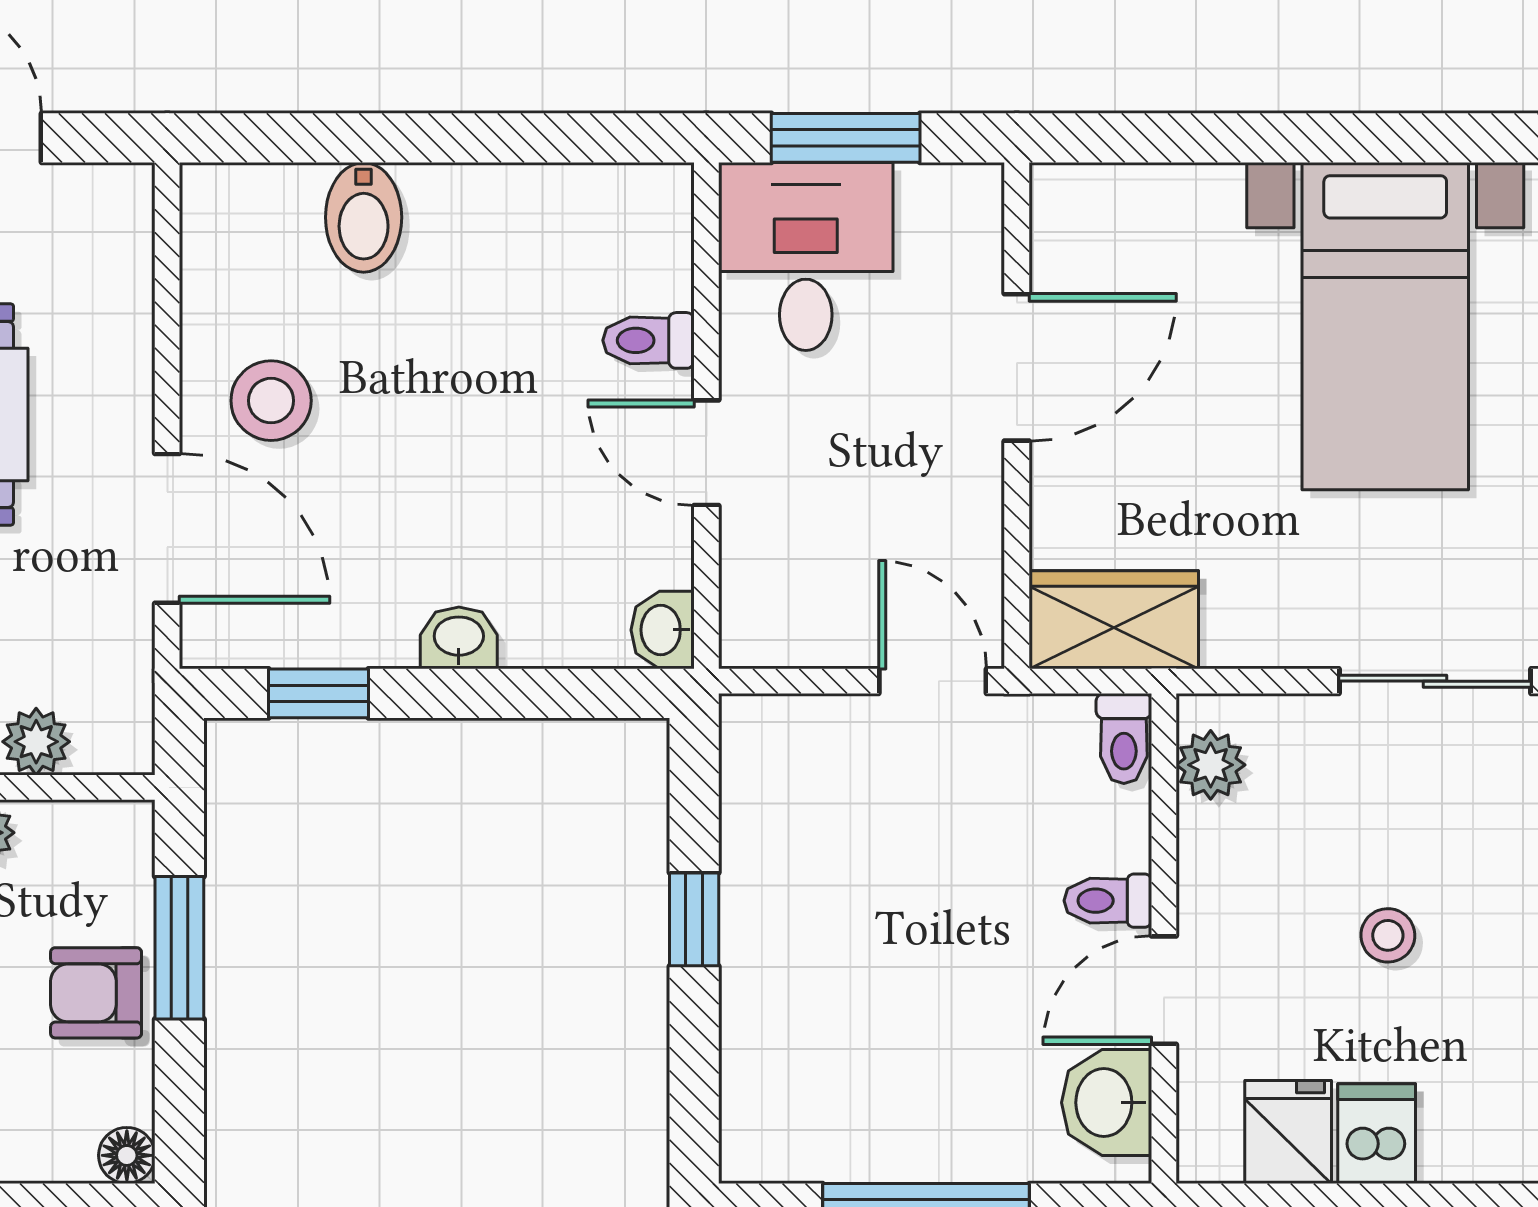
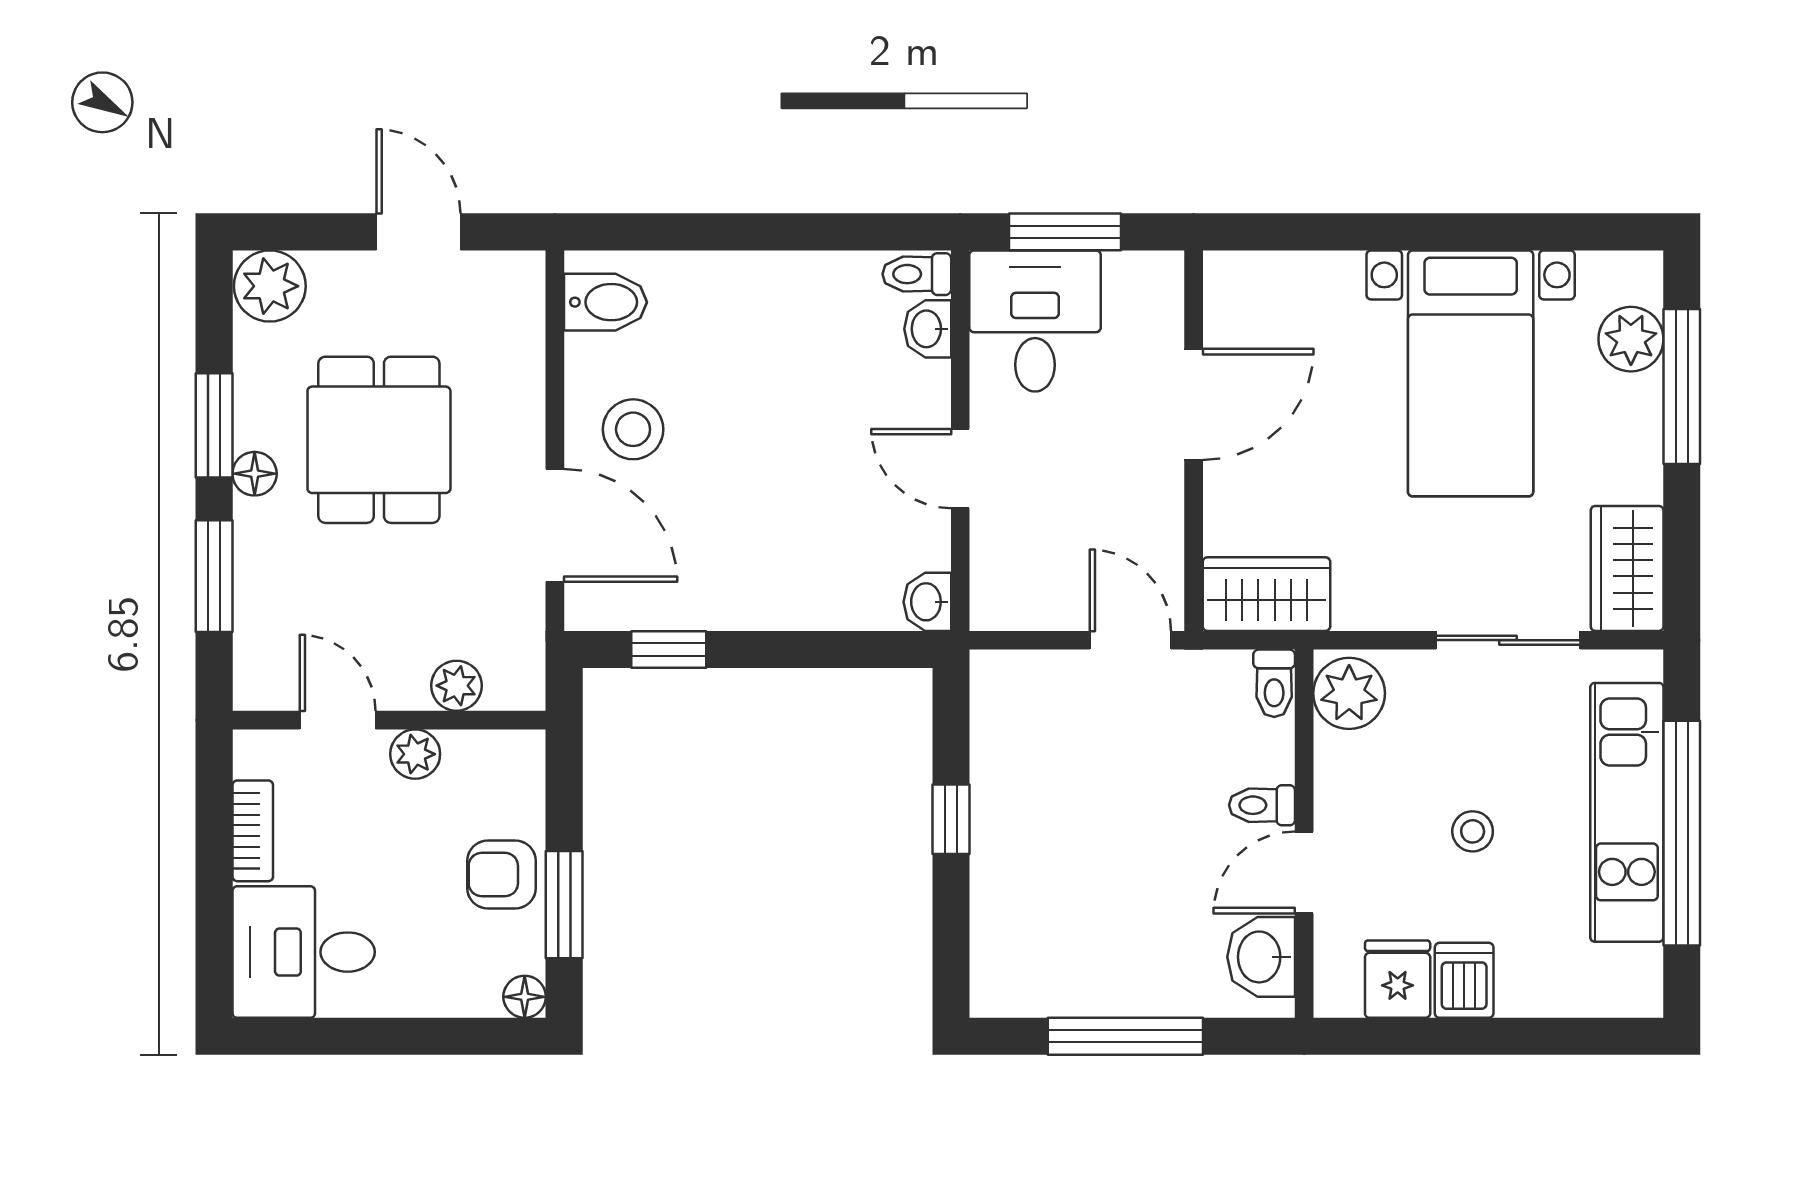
bidet: (364, 217) -> (605, 302), moved, turned -90
toilet: (648, 340) -> (917, 274), moved
washbasin: (459, 638) -> (928, 329), moved, turned -90
plant: (1211, 765) -> (1349, 693), width x1.38, depth x1.38
window: (179, 948) -> (564, 905), moved

